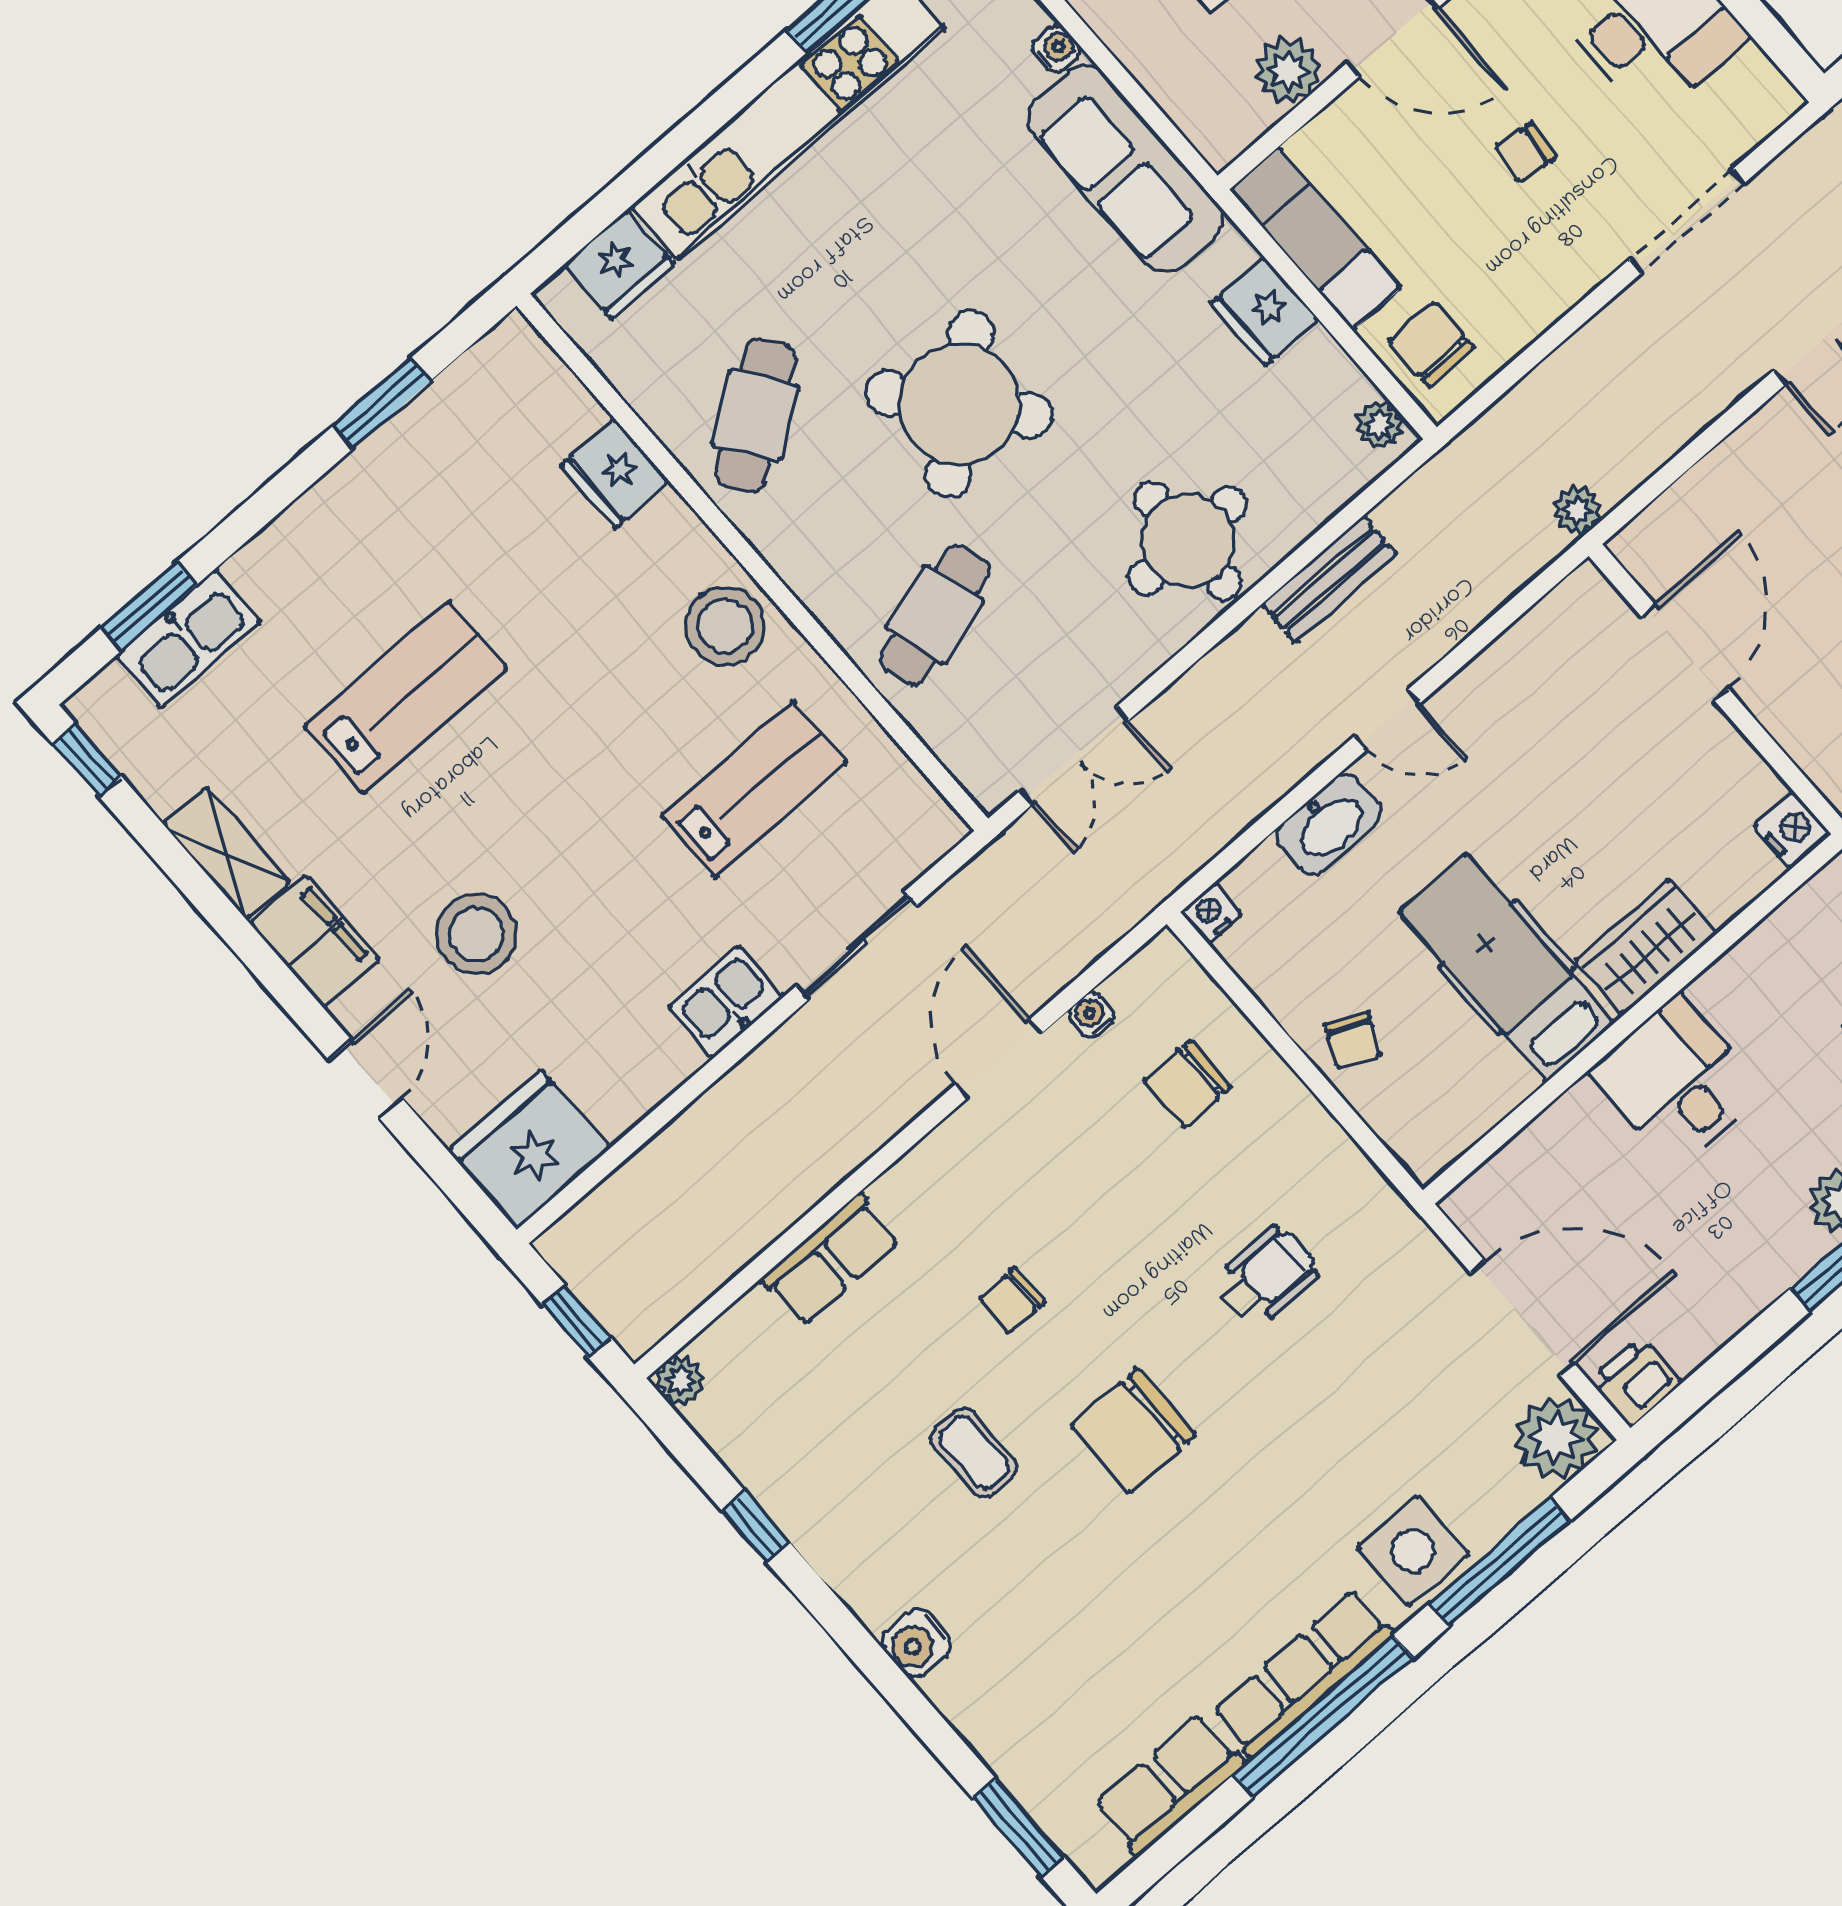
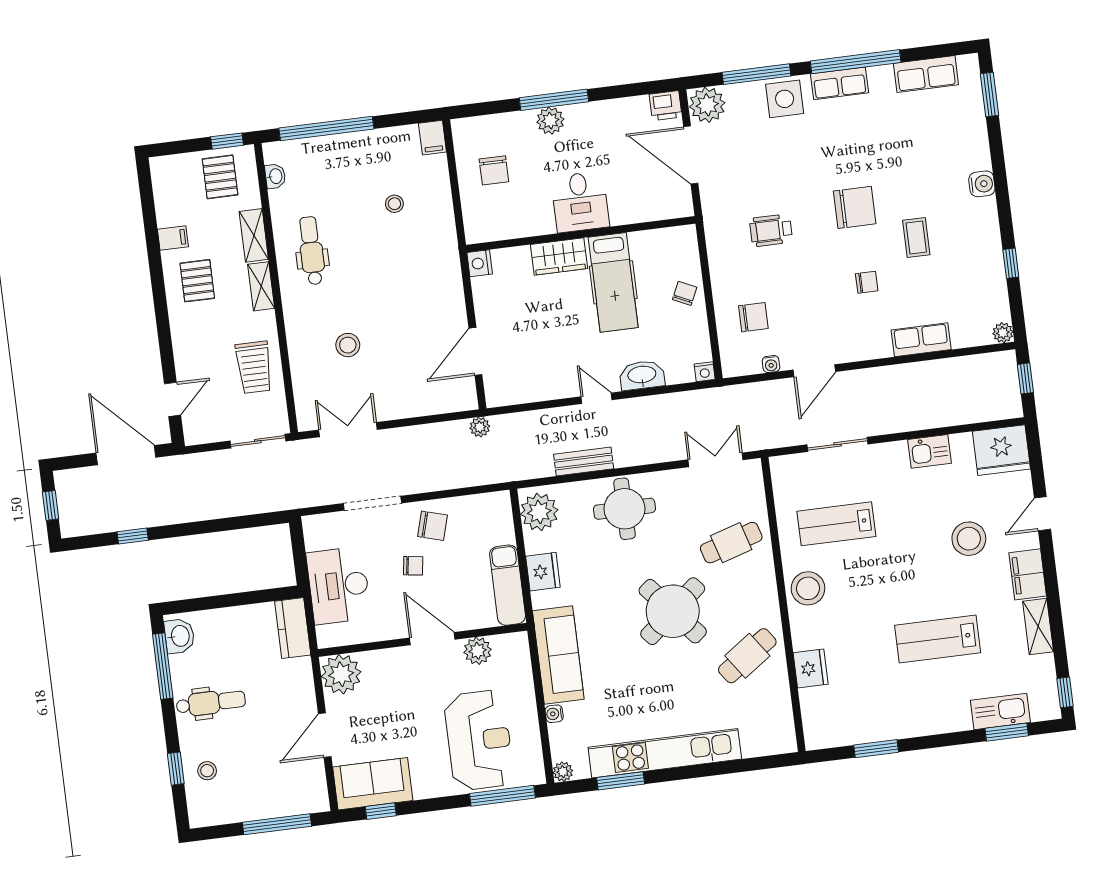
fridge: (619, 264) -> (760, 741), removed
chair: (1431, 345) -> (433, 526), moved, turned -74
plant: (1379, 425) -> (539, 512), width x1.87, depth x1.87
kitchen sink: (726, 1002) -> (929, 451), moved
row of seats: (1302, 1673) -> (840, 83), width x0.68

